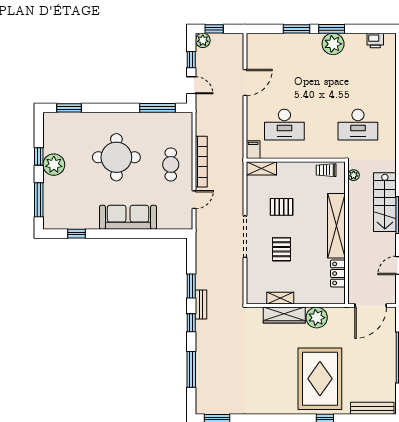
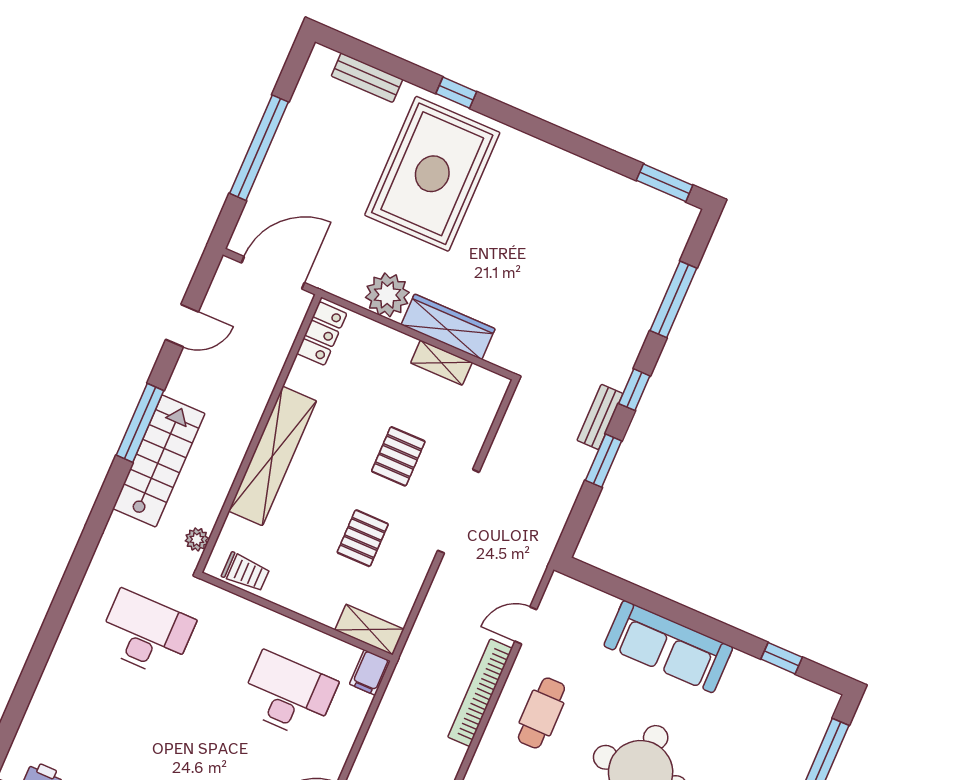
pallet: (282, 207) -> (363, 538), turned 90
locker: (338, 274) -> (322, 333), moved
bench: (372, 408) -> (367, 78), width x0.73

